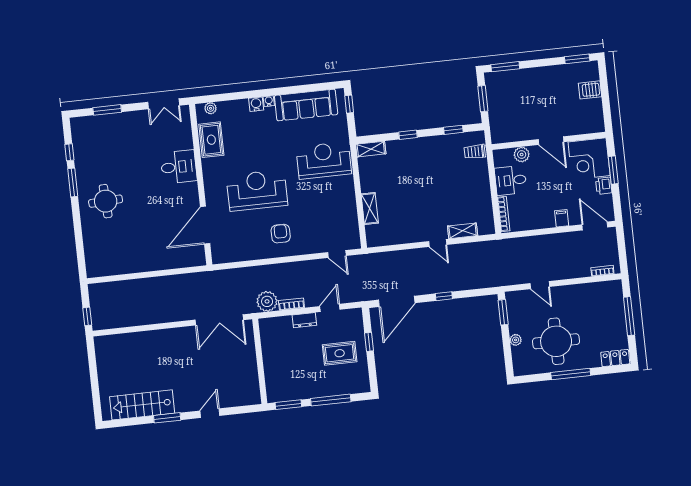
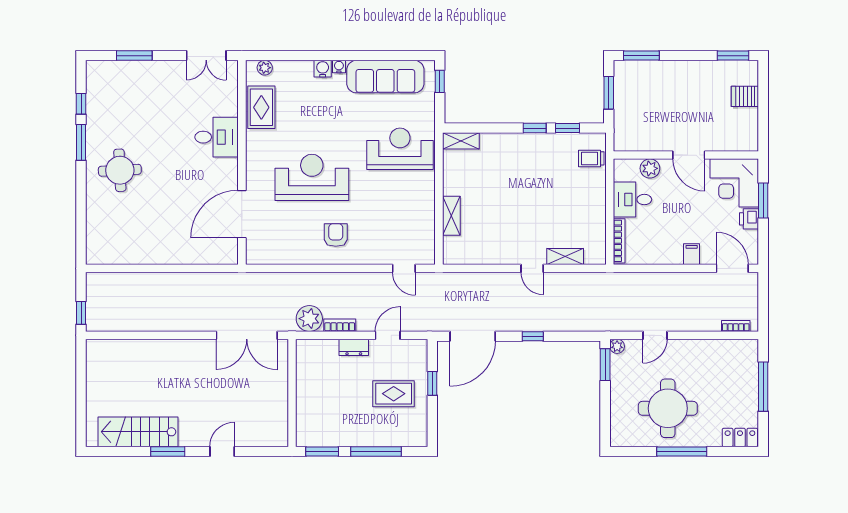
window: (408, 135) -> (535, 128), moved
door: (540, 285) -> (655, 335), hinge flipped
plant: (516, 340) -> (617, 346), moved

